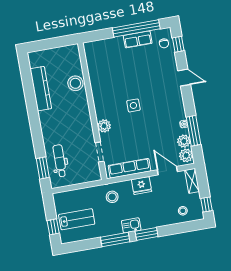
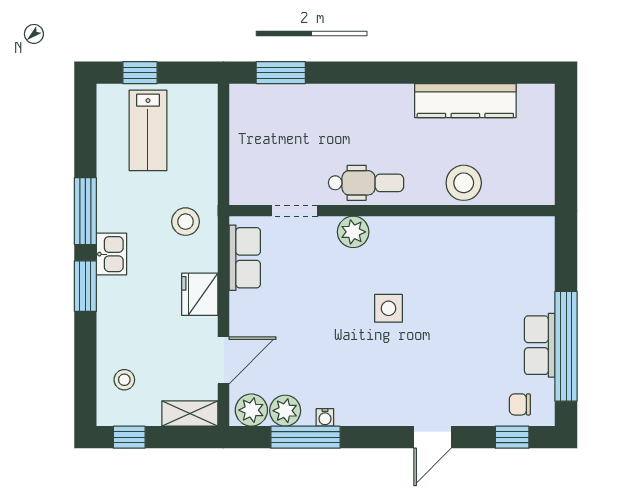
dental chair: (60, 161) -> (366, 183), moved
row of seats: (129, 168) -> (245, 258), width x0.68

